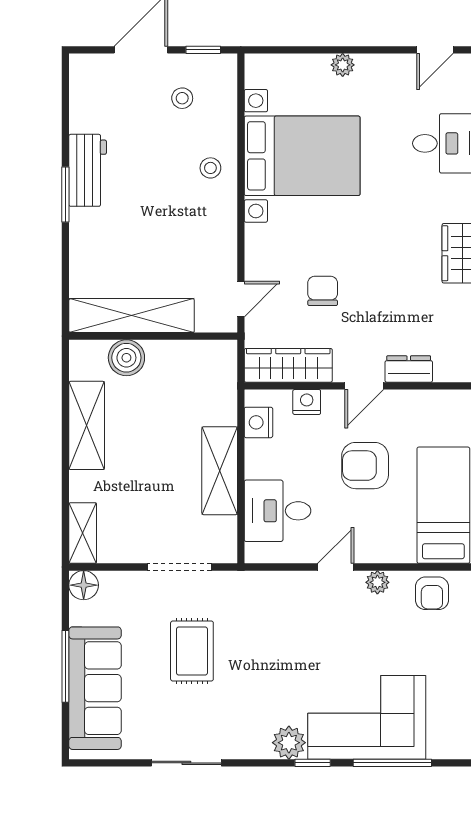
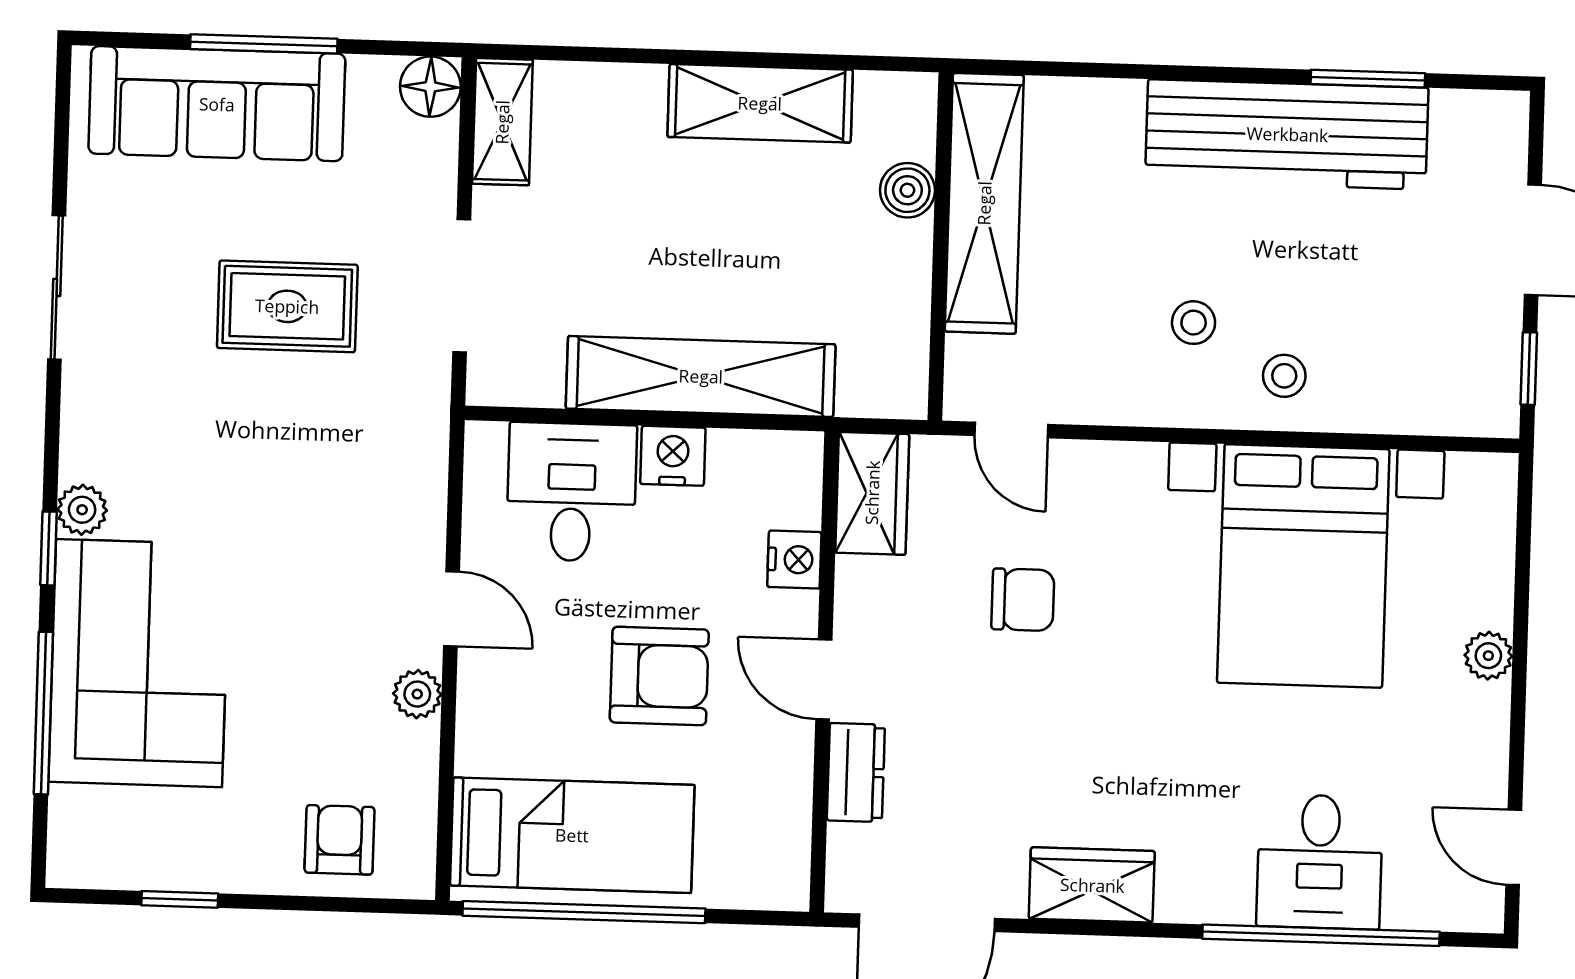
stool: (182, 98) -> (1194, 323), moved
workbench: (88, 170) -> (1287, 134), width x1.88, depth x1.32
window: (65, 195) -> (1368, 79), moved
boiler: (126, 358) -> (907, 190), width x0.73, depth x0.73
wardrobe: (288, 365) -> (872, 493), width x0.67
nightstand: (258, 422) -> (673, 456), moved
armchair: (365, 466) -> (659, 676), turned 90
shelving: (220, 471) -> (701, 376), width x1.47
shelving: (83, 533) -> (502, 122), moved, turned 90
armchair: (432, 593) -> (339, 840), moved, turned 90
plant: (289, 743) -> (82, 510), width x0.73, depth x0.73

